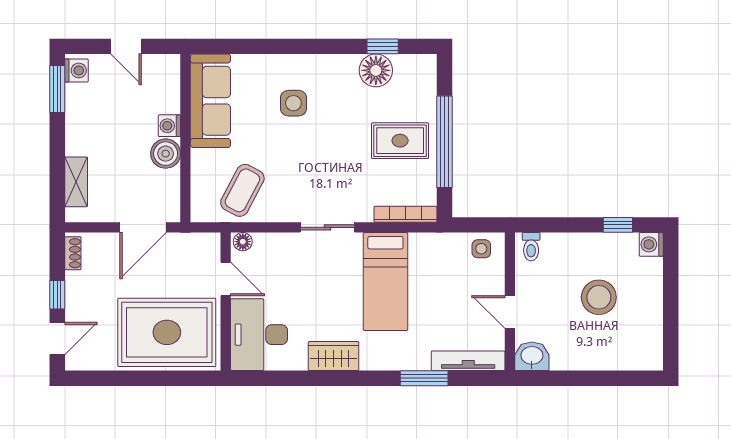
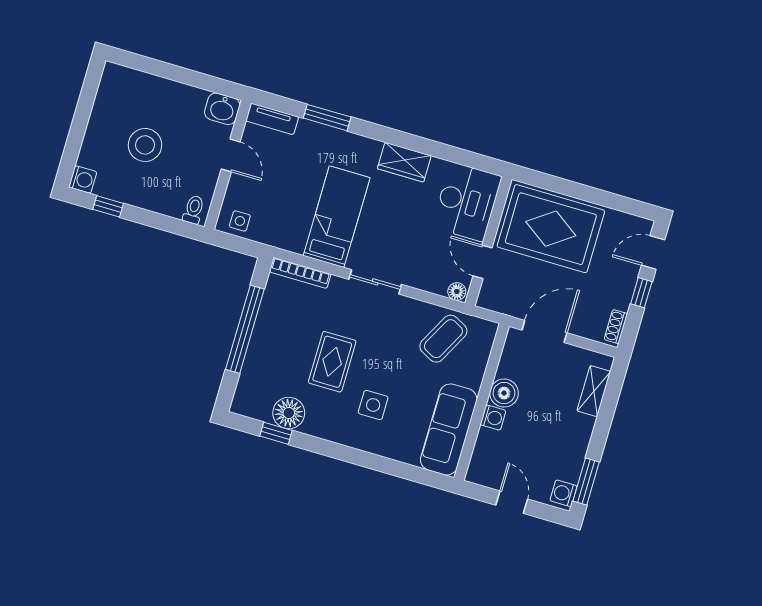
rug: (400, 141) -> (332, 362), moved, turned 90
tv unit: (468, 361) -> (272, 119), width x0.71

